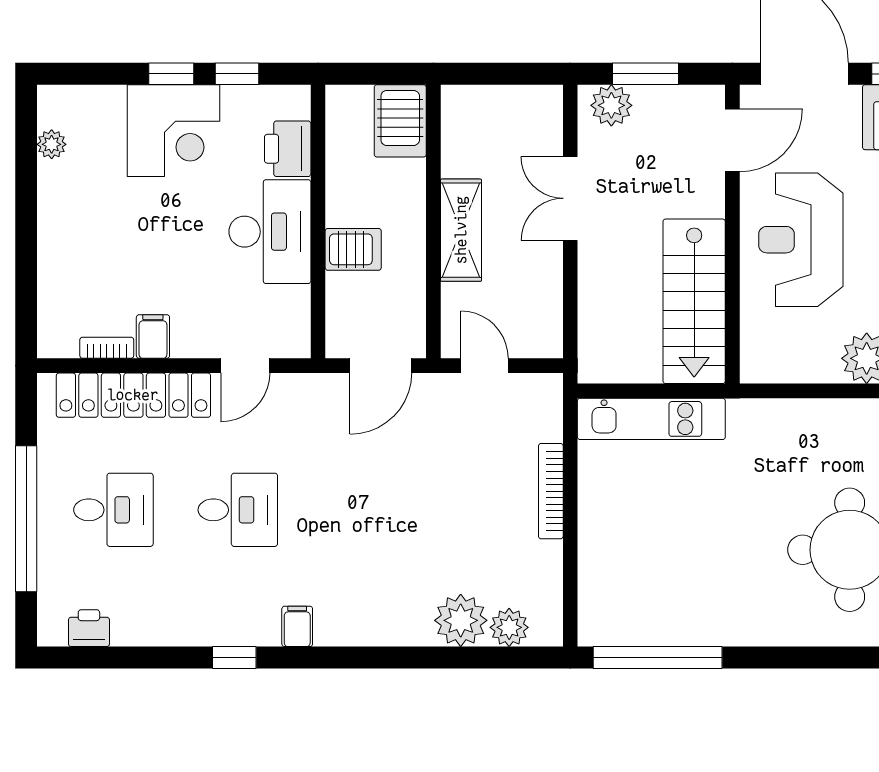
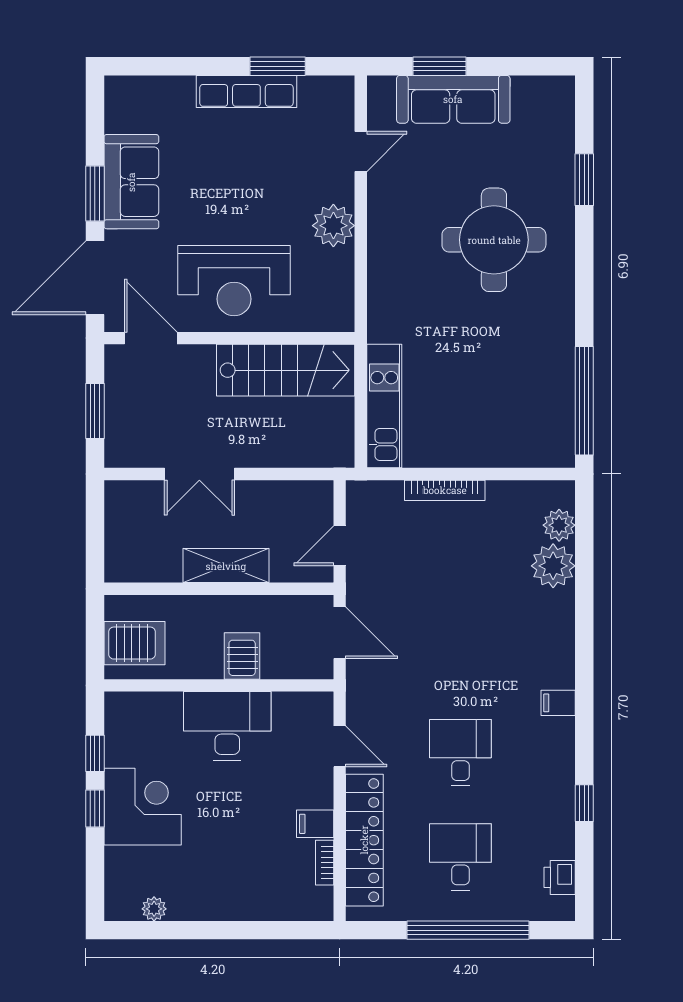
plant: (611, 105) -> (121, 440), removed
server rack: (400, 121) -> (134, 643), moved
printer: (288, 149) -> (158, 711), removed
window: (234, 658) -> (584, 803), moved

